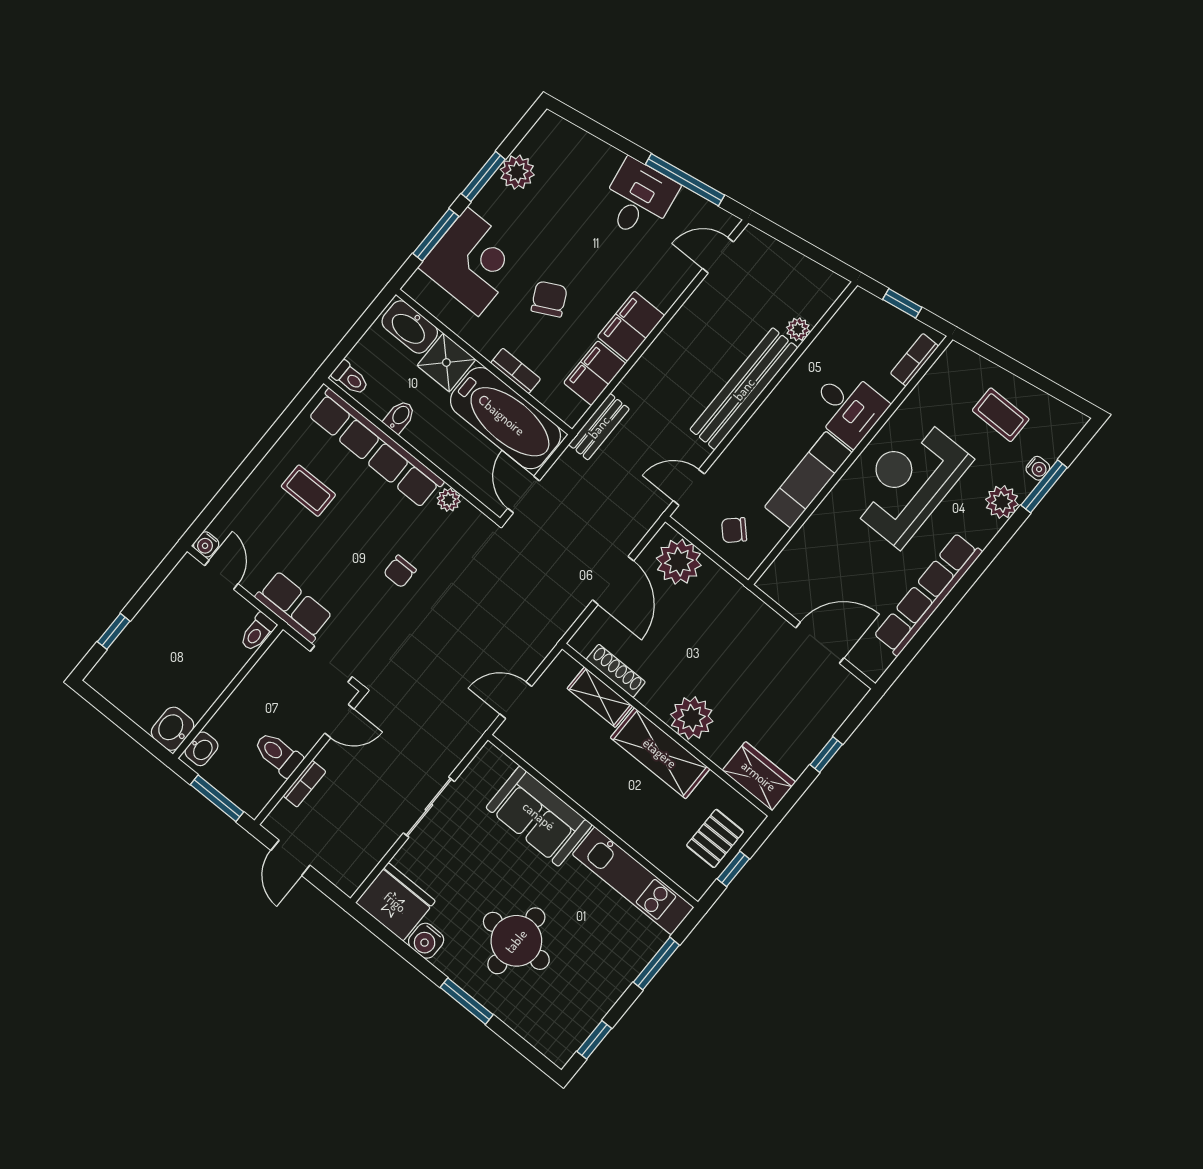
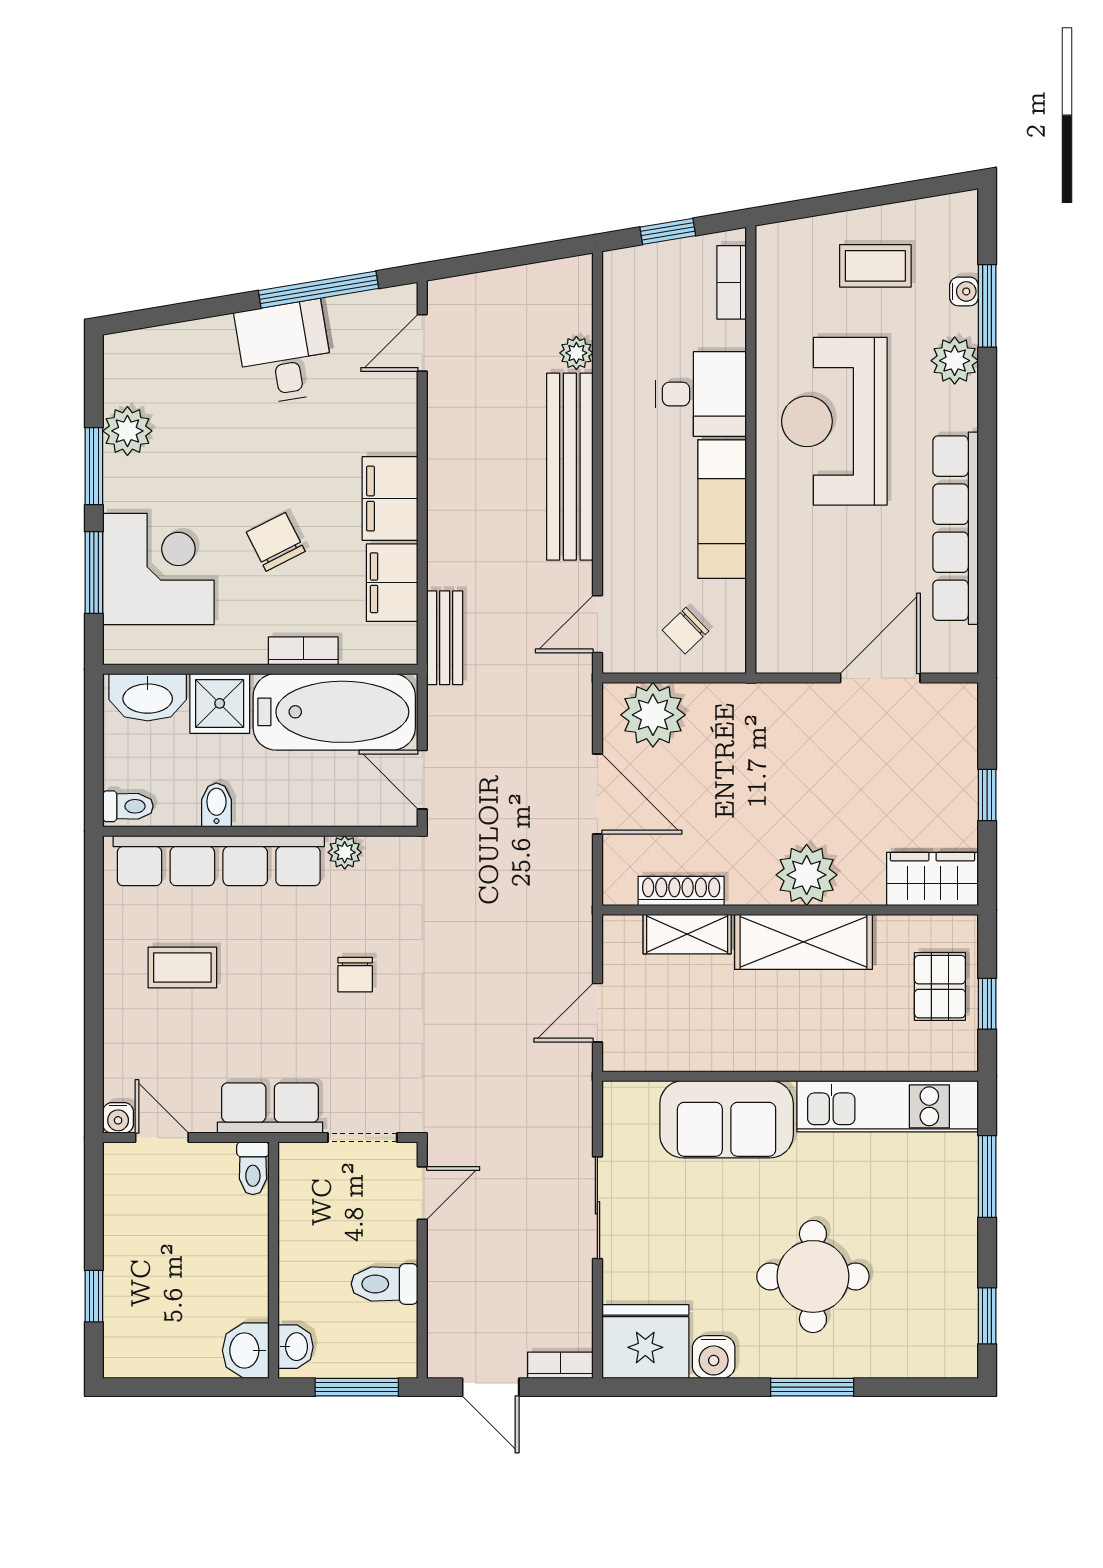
bookcase: (304, 784) -> (560, 1365), moved, turned -90

